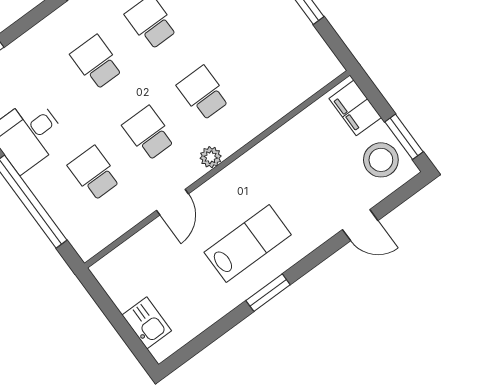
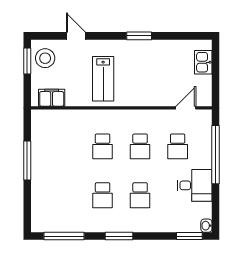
filing cabinet: (355, 108) -> (52, 98), moved, turned -90
plant: (211, 157) -> (120, 115), removed
door: (172, 202) -> (186, 108), moved
lab bench: (248, 244) -> (103, 79), moved, turned -90

